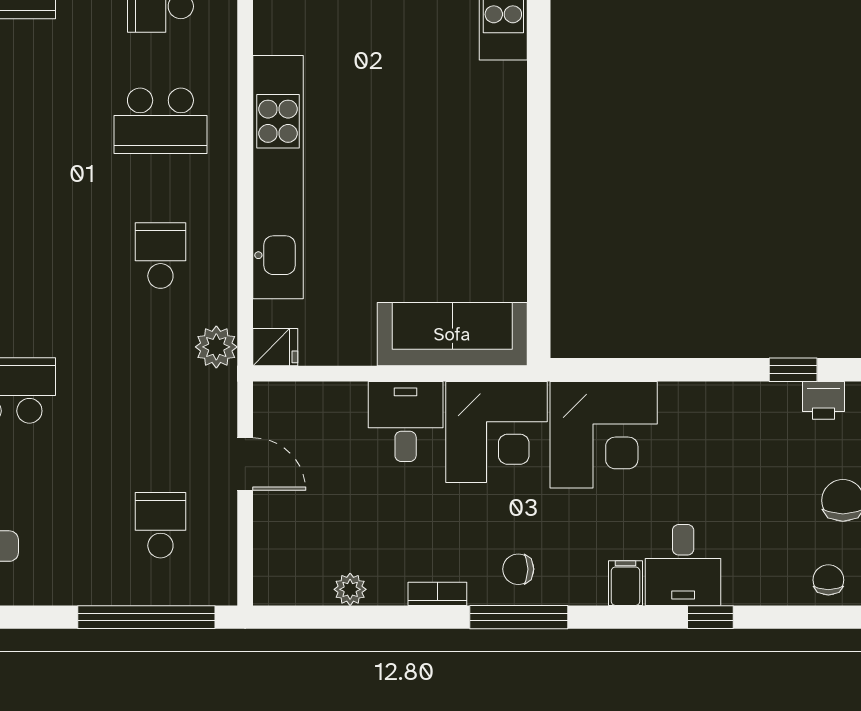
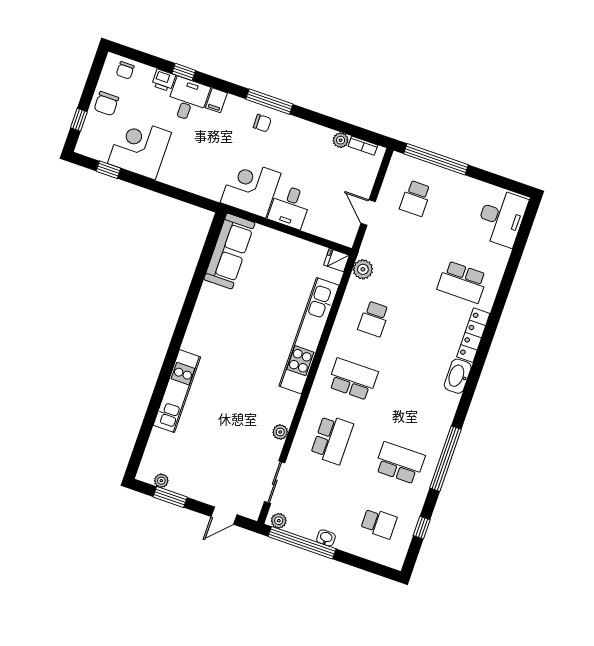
sofa: (452, 334) -> (229, 251), moved, turned -90
printer: (823, 400) -> (164, 80), moved, turned 180
corner desk: (604, 435) -> (140, 148), moved
bookcase: (437, 594) -> (363, 146), moved

